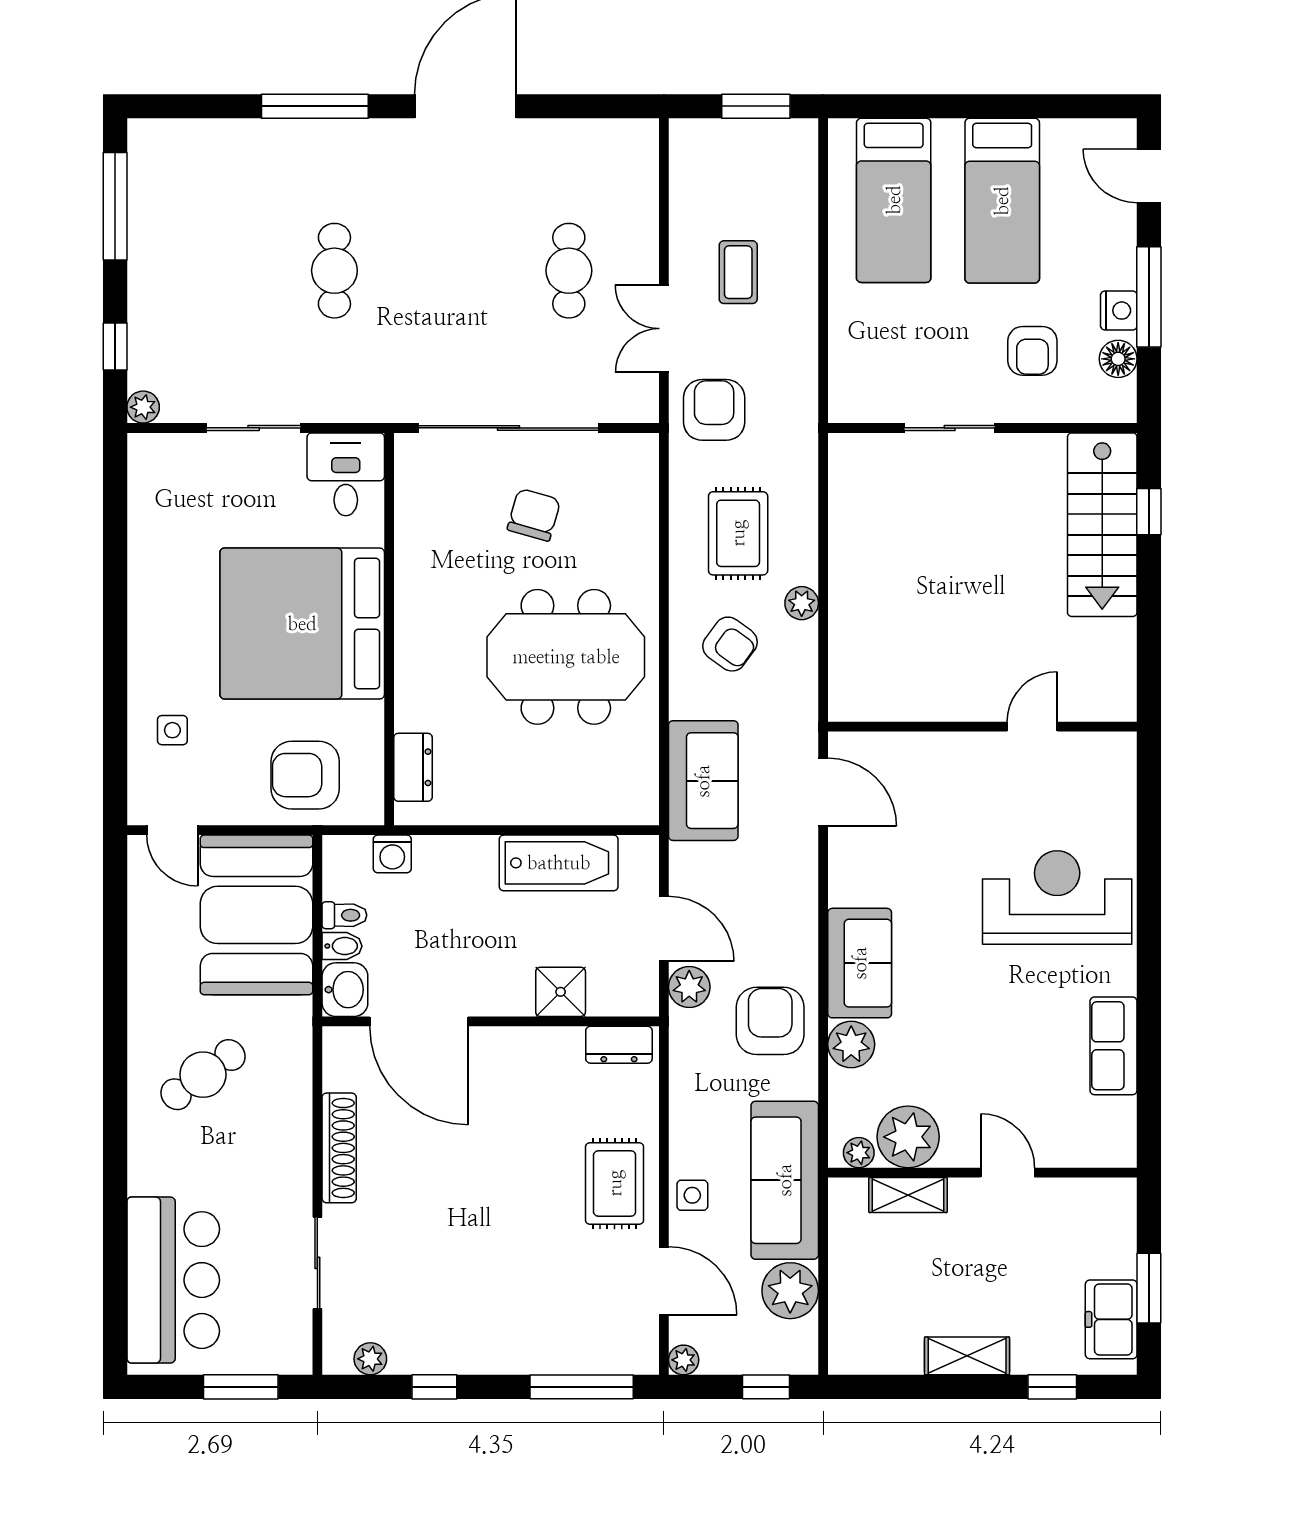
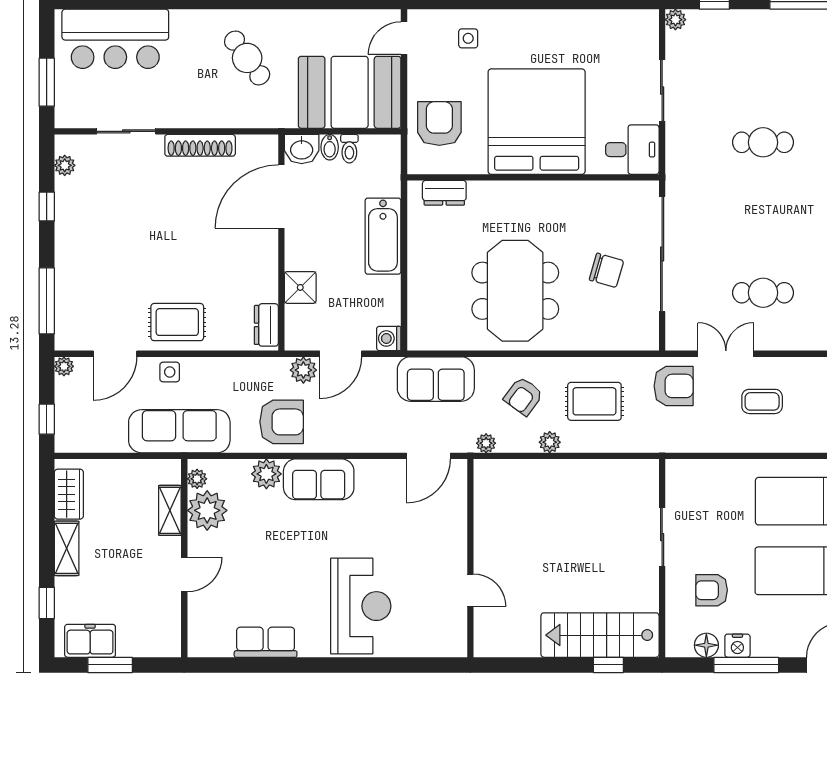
washing machine: (392, 854) -> (389, 338), moved
bathtub: (559, 863) -> (383, 236), moved
plant: (790, 1291) -> (486, 443), moved, width x0.53, depth x0.53
wardrobe: (883, 1352) -> (69, 494), added

